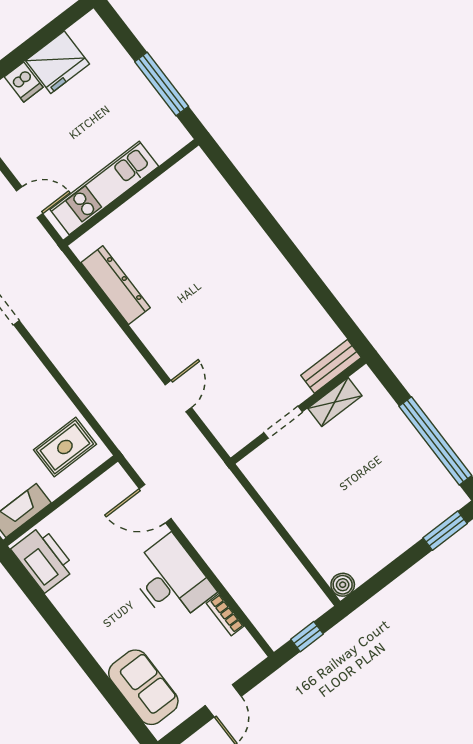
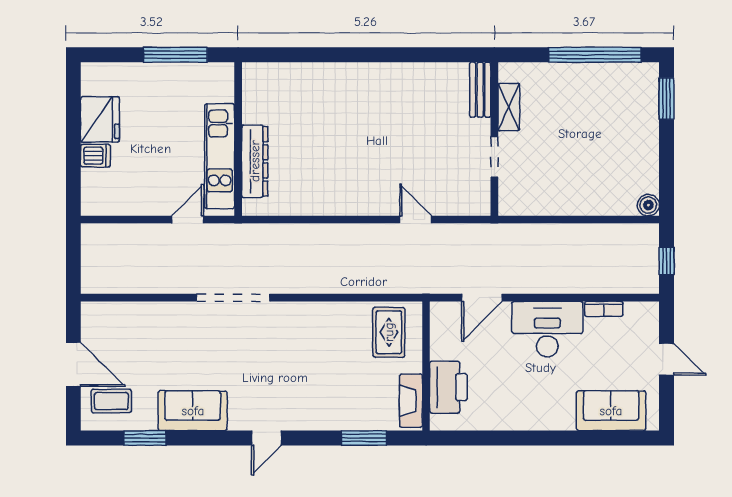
dresser: (116, 285) -> (255, 161), moved, turned 90
printer: (43, 559) -> (448, 387), moved, turned 90

